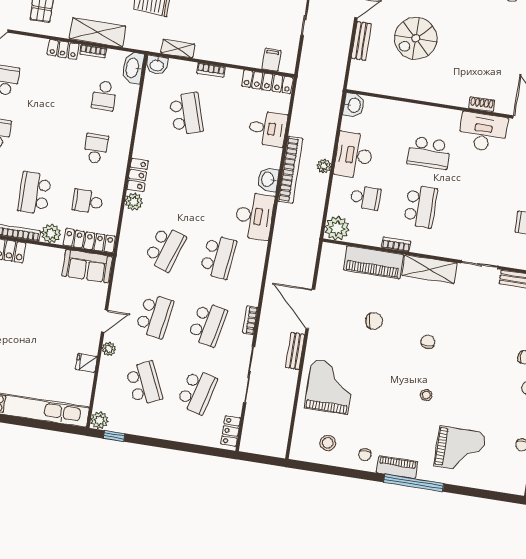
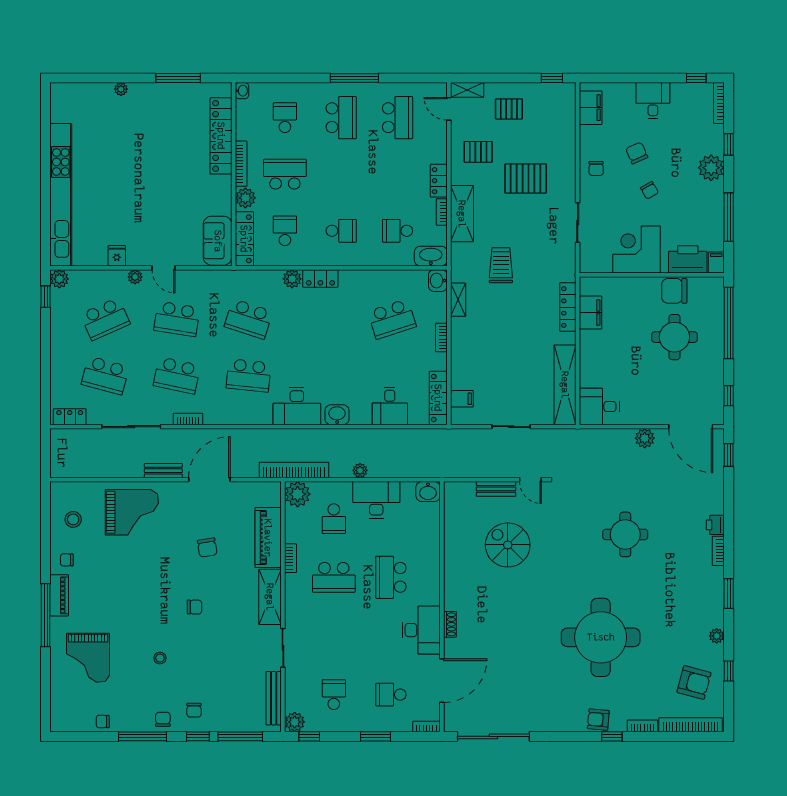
bookcase: (290, 170) -> (294, 470), moved, turned 180
stool: (426, 395) -> (160, 658), moved

